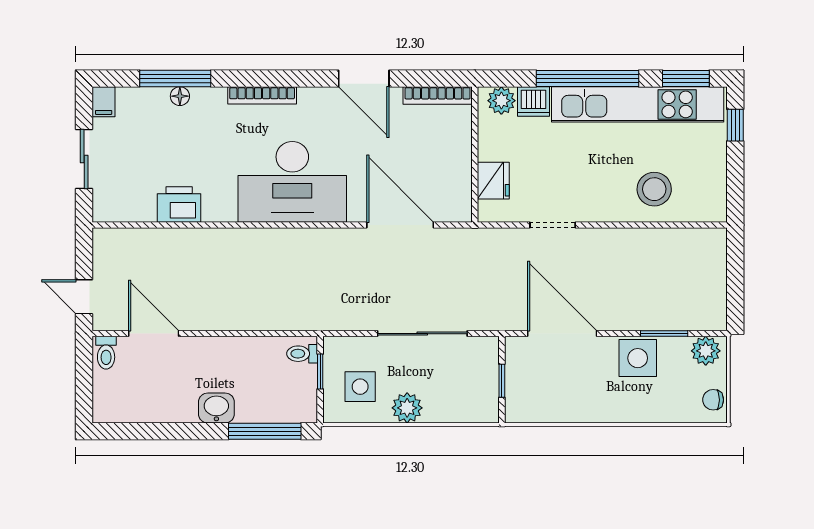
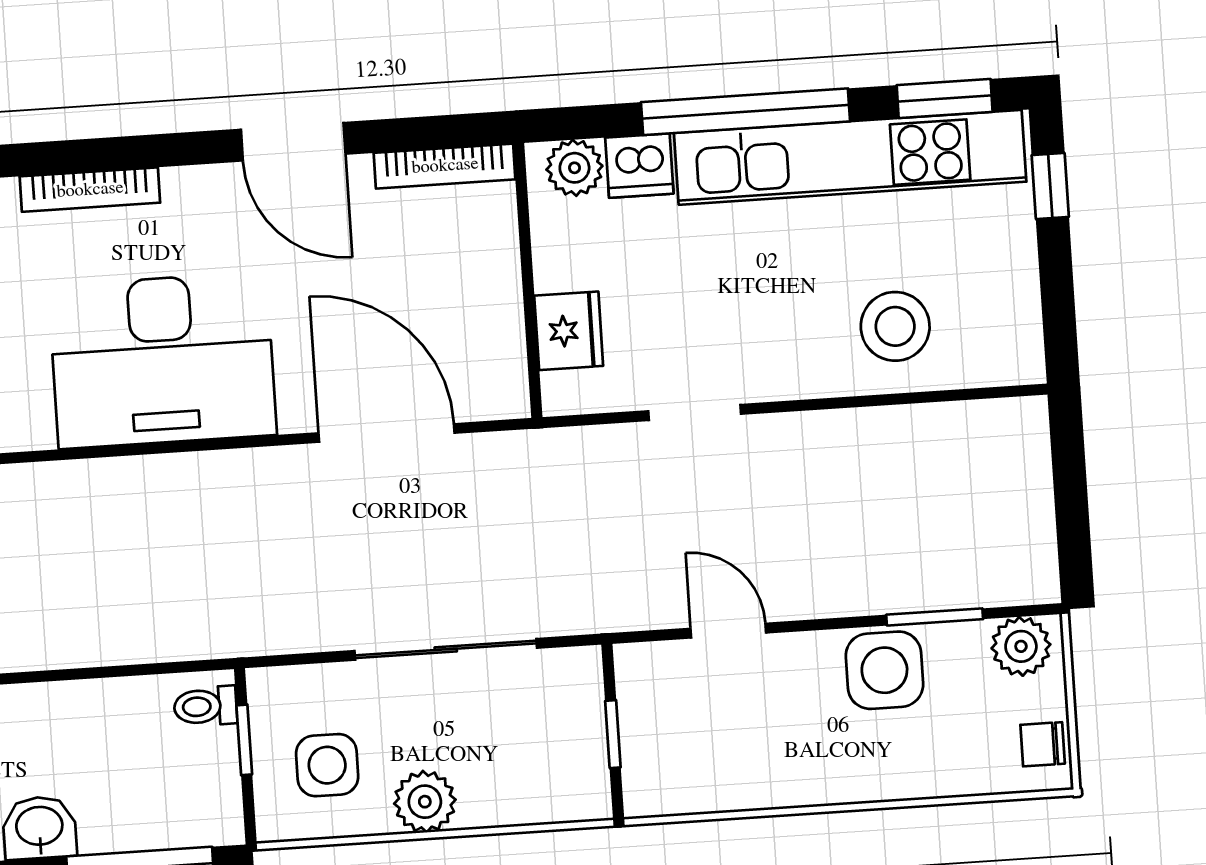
door: (562, 334) -> (728, 631), width x0.53

